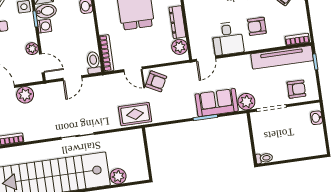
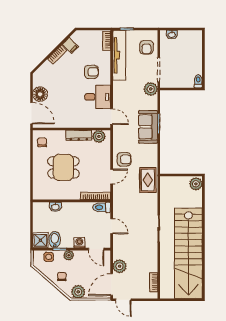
washing machine: (44, 26) -> (79, 243), moved
armchair: (257, 26) -> (91, 72), turned -90
plant: (32, 49) -> (69, 255), moved
door: (42, 63) -> (96, 249), swing flipped
armchair: (156, 81) -> (124, 159), turned 62
armchair: (296, 89) -> (146, 47), turned 180
sofa: (217, 103) -> (148, 127), moved
plant: (118, 176) -> (196, 184), moved

